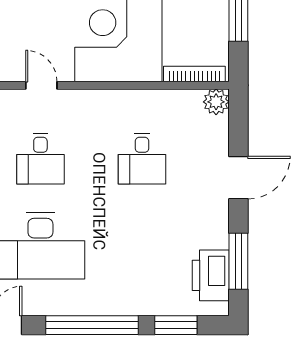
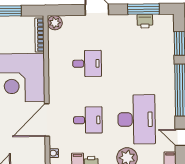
door: (41, 85) -> (47, 120), width x1.87
printer: (211, 275) -> (145, 21), width x0.53, depth x0.68

